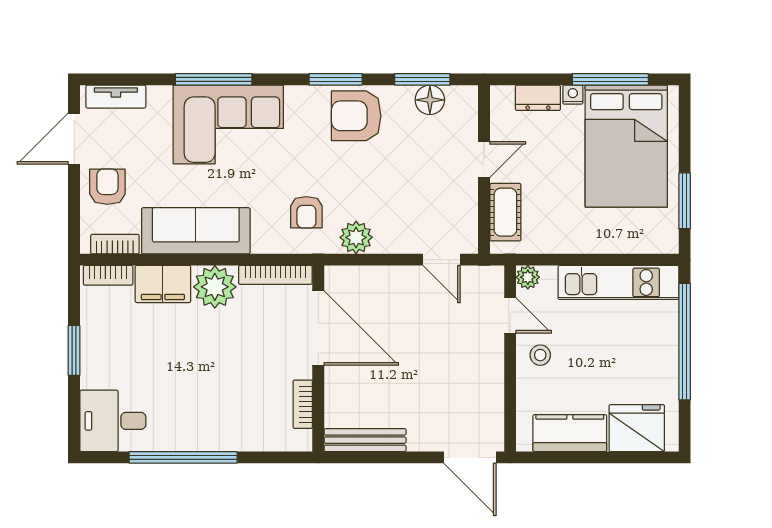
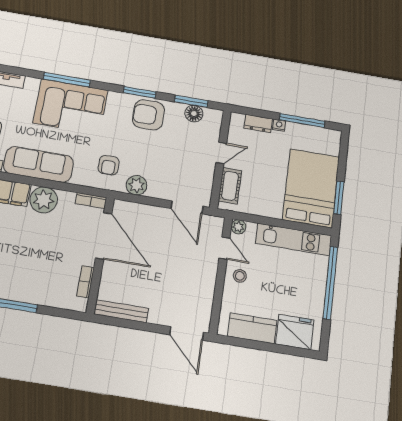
bed: (626, 146) -> (311, 188), moved, turned 180
door: (442, 260) -> (187, 207), width x1.38
bookcase: (275, 275) -> (91, 200), width x0.64

